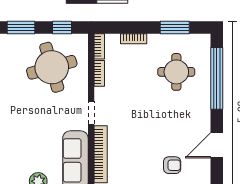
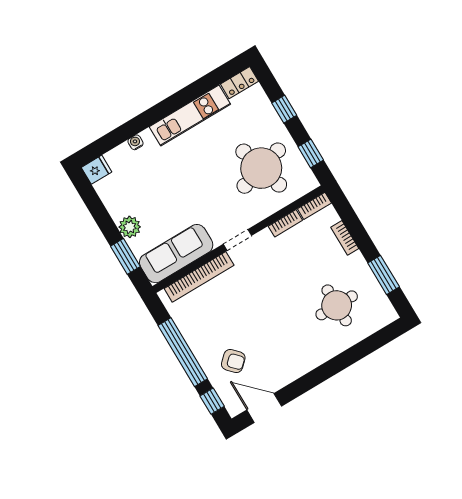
window: (21, 27) -> (284, 109), width x0.67
window: (217, 78) -> (356, 353), removed
door: (217, 145) -> (264, 408), moved
armchair: (172, 165) -> (233, 361), turned -43

